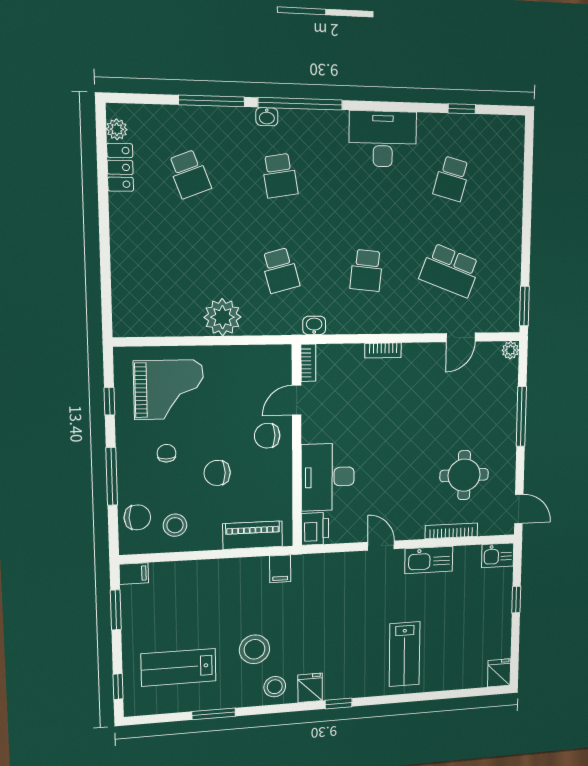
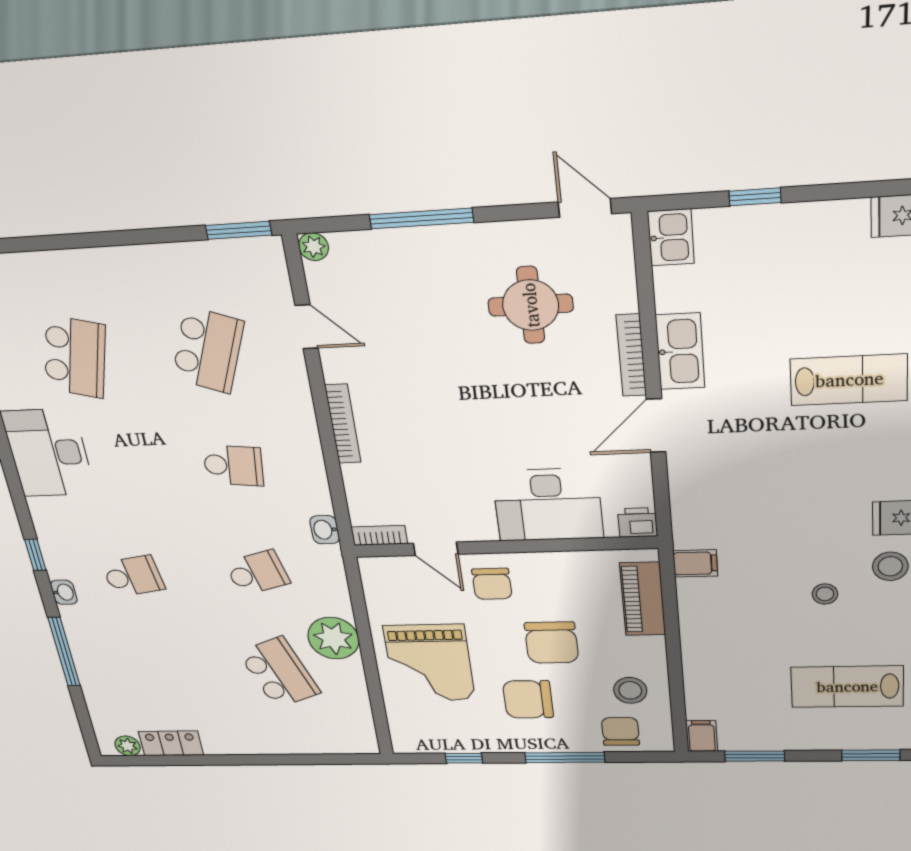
window: (300, 104) -> (35, 555), width x0.32
school desk: (189, 174) -> (279, 673), moved, width x1.85
school desk: (452, 179) -> (75, 357), width x1.85
bookcase: (383, 350) -> (343, 424), width x1.56
grand piano: (169, 390) -> (429, 663), moved, turned 180
chair: (167, 453) -> (528, 699), width x1.87, depth x1.87
chair: (217, 473) -> (551, 643), width x1.37, depth x1.37
door: (519, 509) -> (585, 208), hinge flipped
printer: (315, 529) -> (638, 523), width x0.73, depth x0.81
bookcase: (451, 531) -> (631, 355), moved
door: (381, 546) -> (656, 426), width x1.38
stool: (254, 649) -> (825, 594), width x0.53, depth x0.53
lab bench: (179, 667) -> (847, 687), turned 90
window: (118, 687) -> (871, 755), width x1.50

